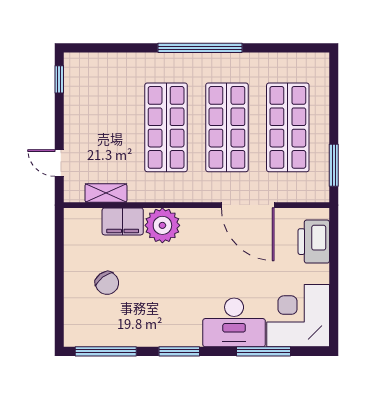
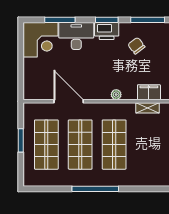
window: (334, 165) -> (21, 140), moved
filing cabinet: (123, 221) -> (149, 92), moved
plant: (162, 225) -> (116, 95), width x0.53, depth x0.53
printer: (314, 242) -> (107, 31), moved, turned 90
chair: (107, 283) -> (136, 46), moved

